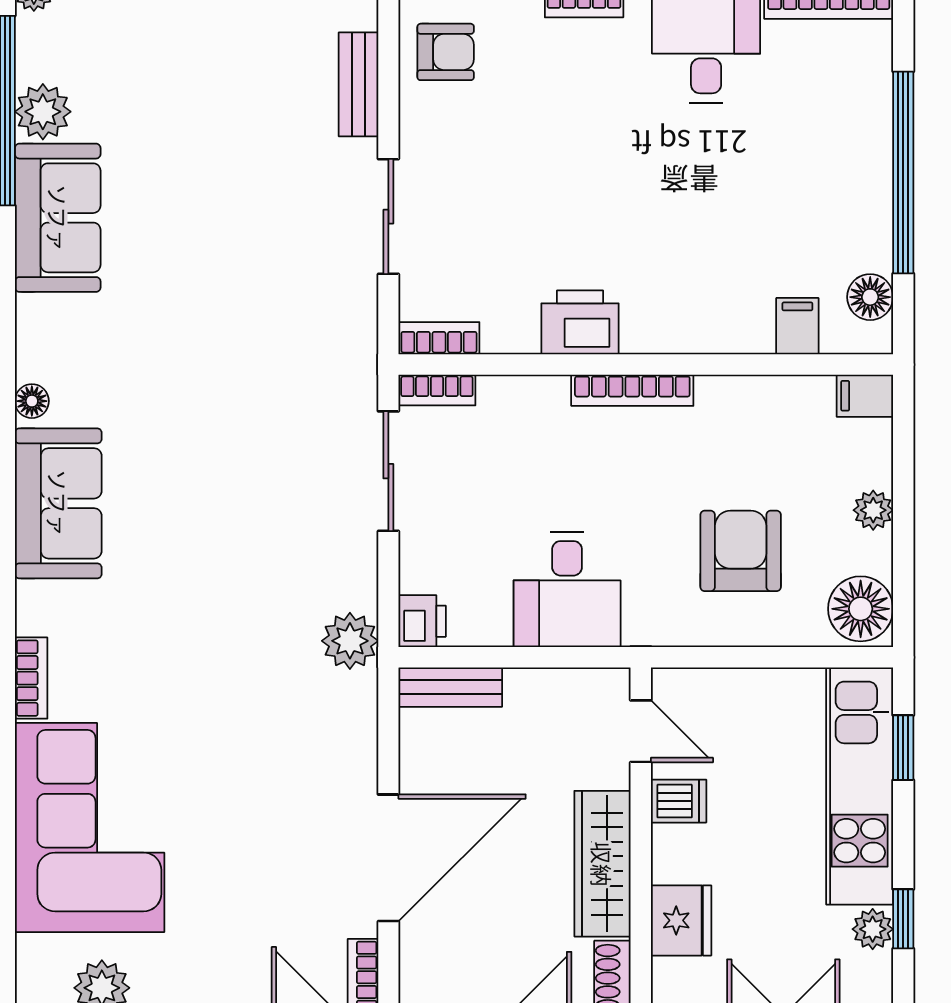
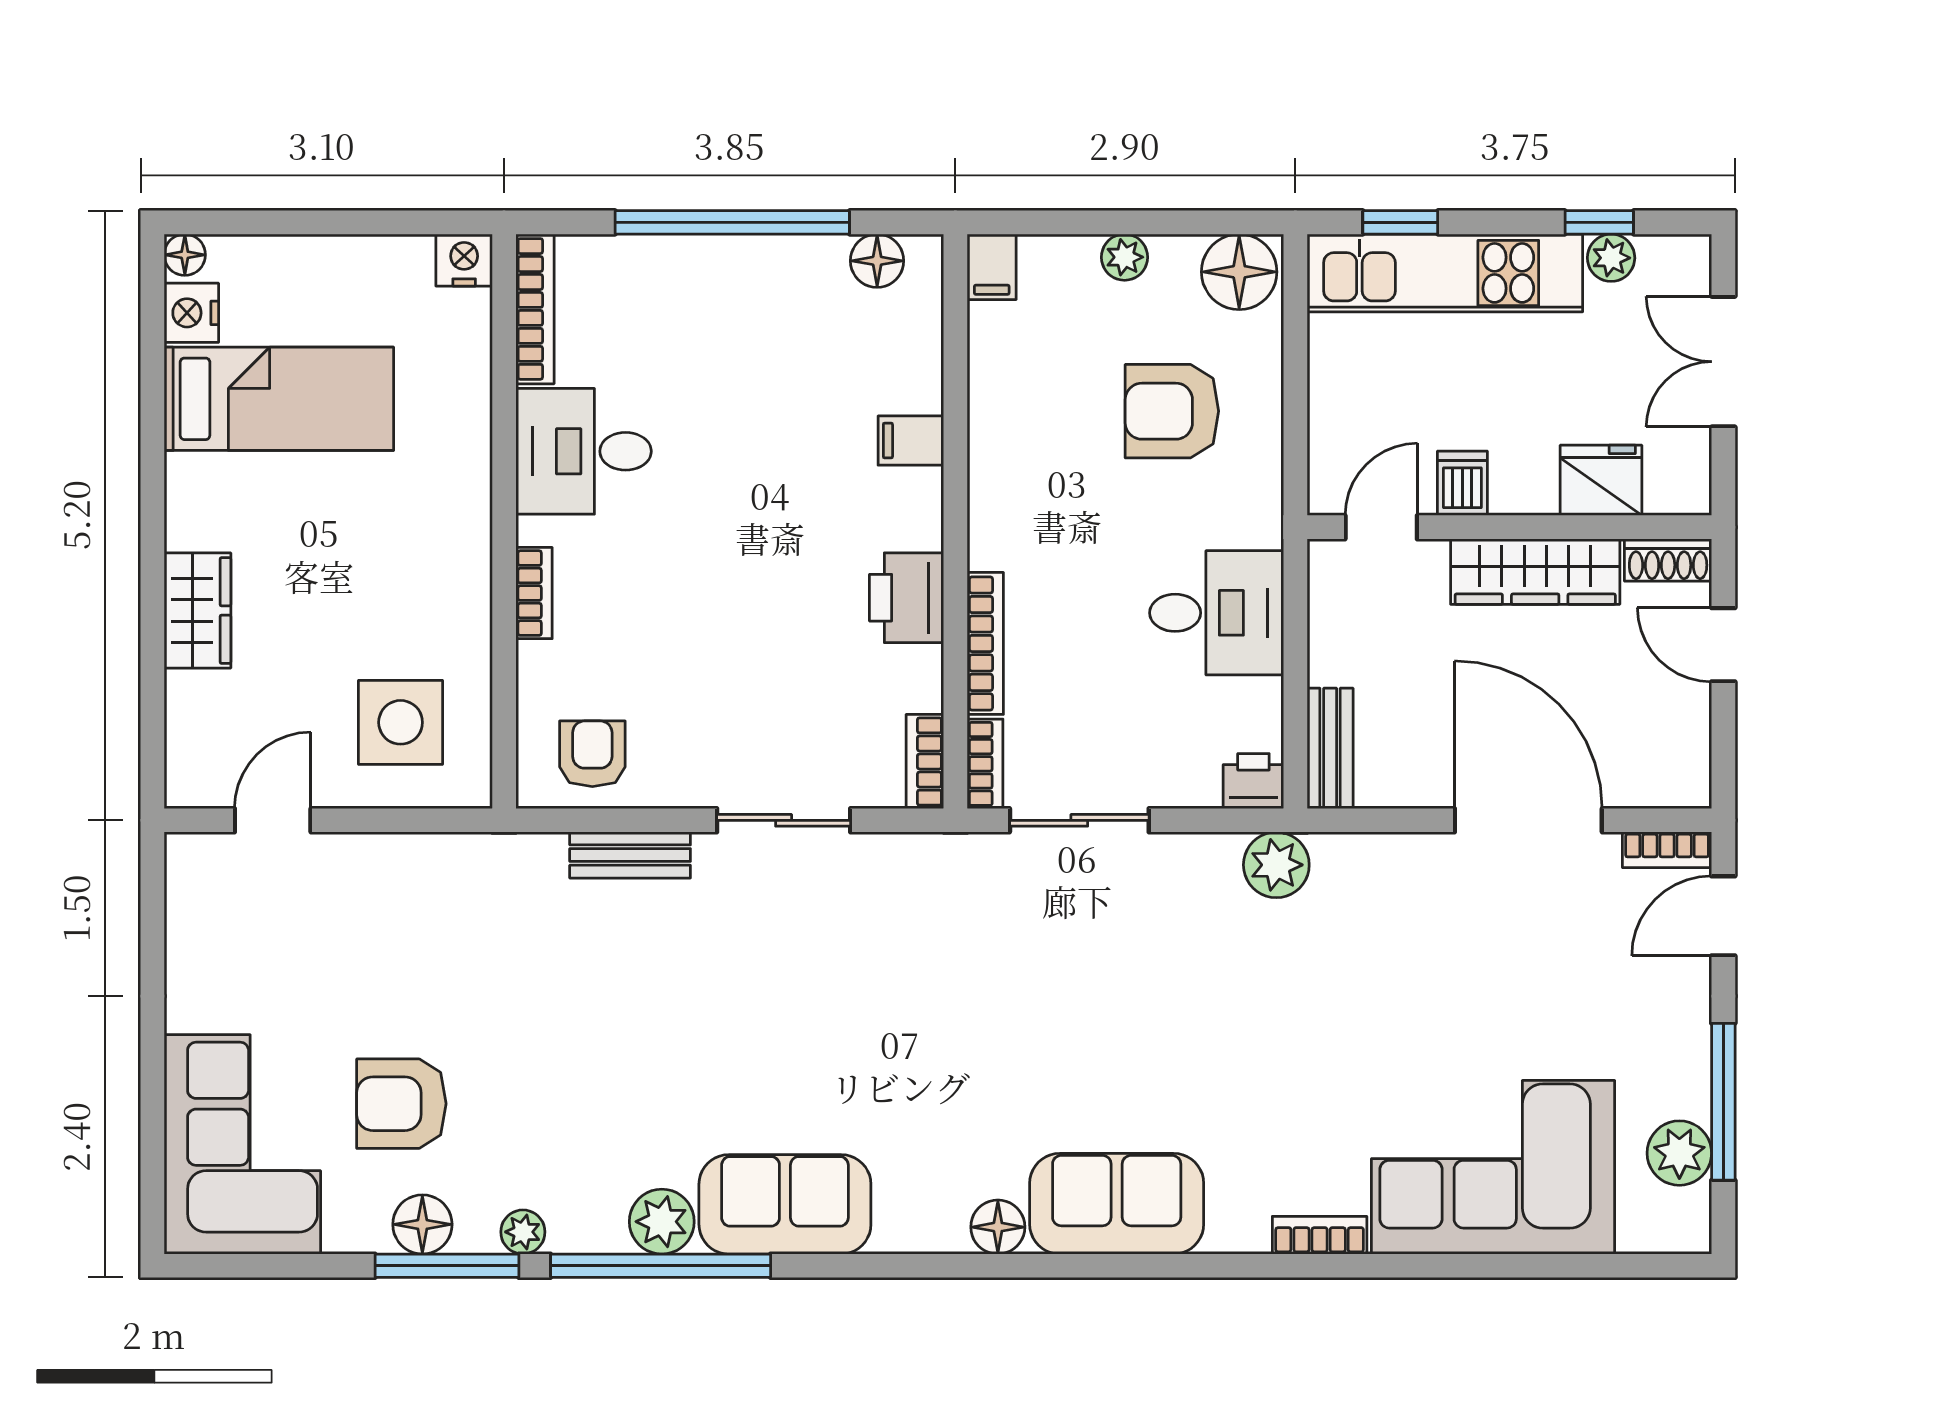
filing cabinet: (797, 326) -> (911, 441), moved
bookcase: (632, 390) -> (985, 643), moved
floor lamp: (32, 401) -> (998, 1227), width x1.37, depth x1.37

